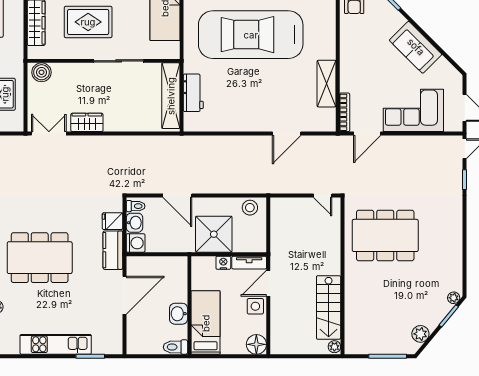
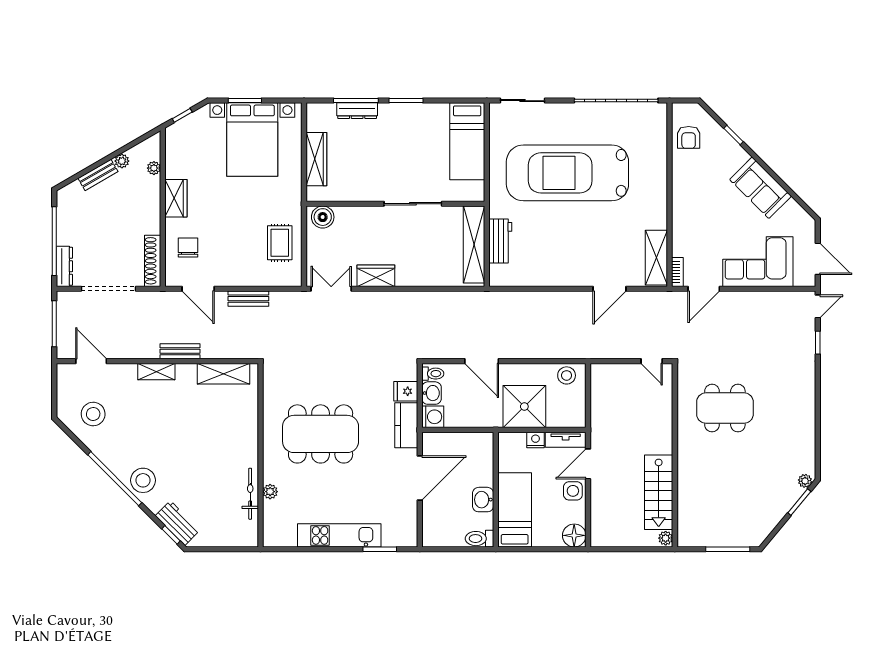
rug: (88, 22) -> (377, 158), removed
shelving: (327, 84) -> (656, 258), moved
bookcase: (345, 112) -> (677, 272), width x0.64
dining table: (385, 235) -> (725, 408), width x0.73, depth x0.80
plant: (420, 334) -> (766, 523), removed

